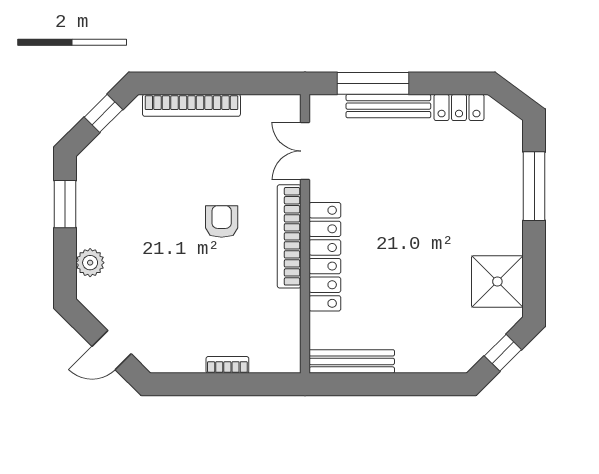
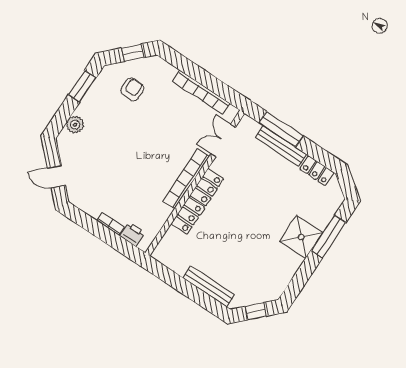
bookcase: (191, 105) -> (201, 92), moved
armchair: (222, 222) -> (132, 89), moved
shower: (497, 281) -> (301, 237), moved
printer: (266, 359) -> (133, 234), added
bench: (352, 361) -> (209, 286), moved

